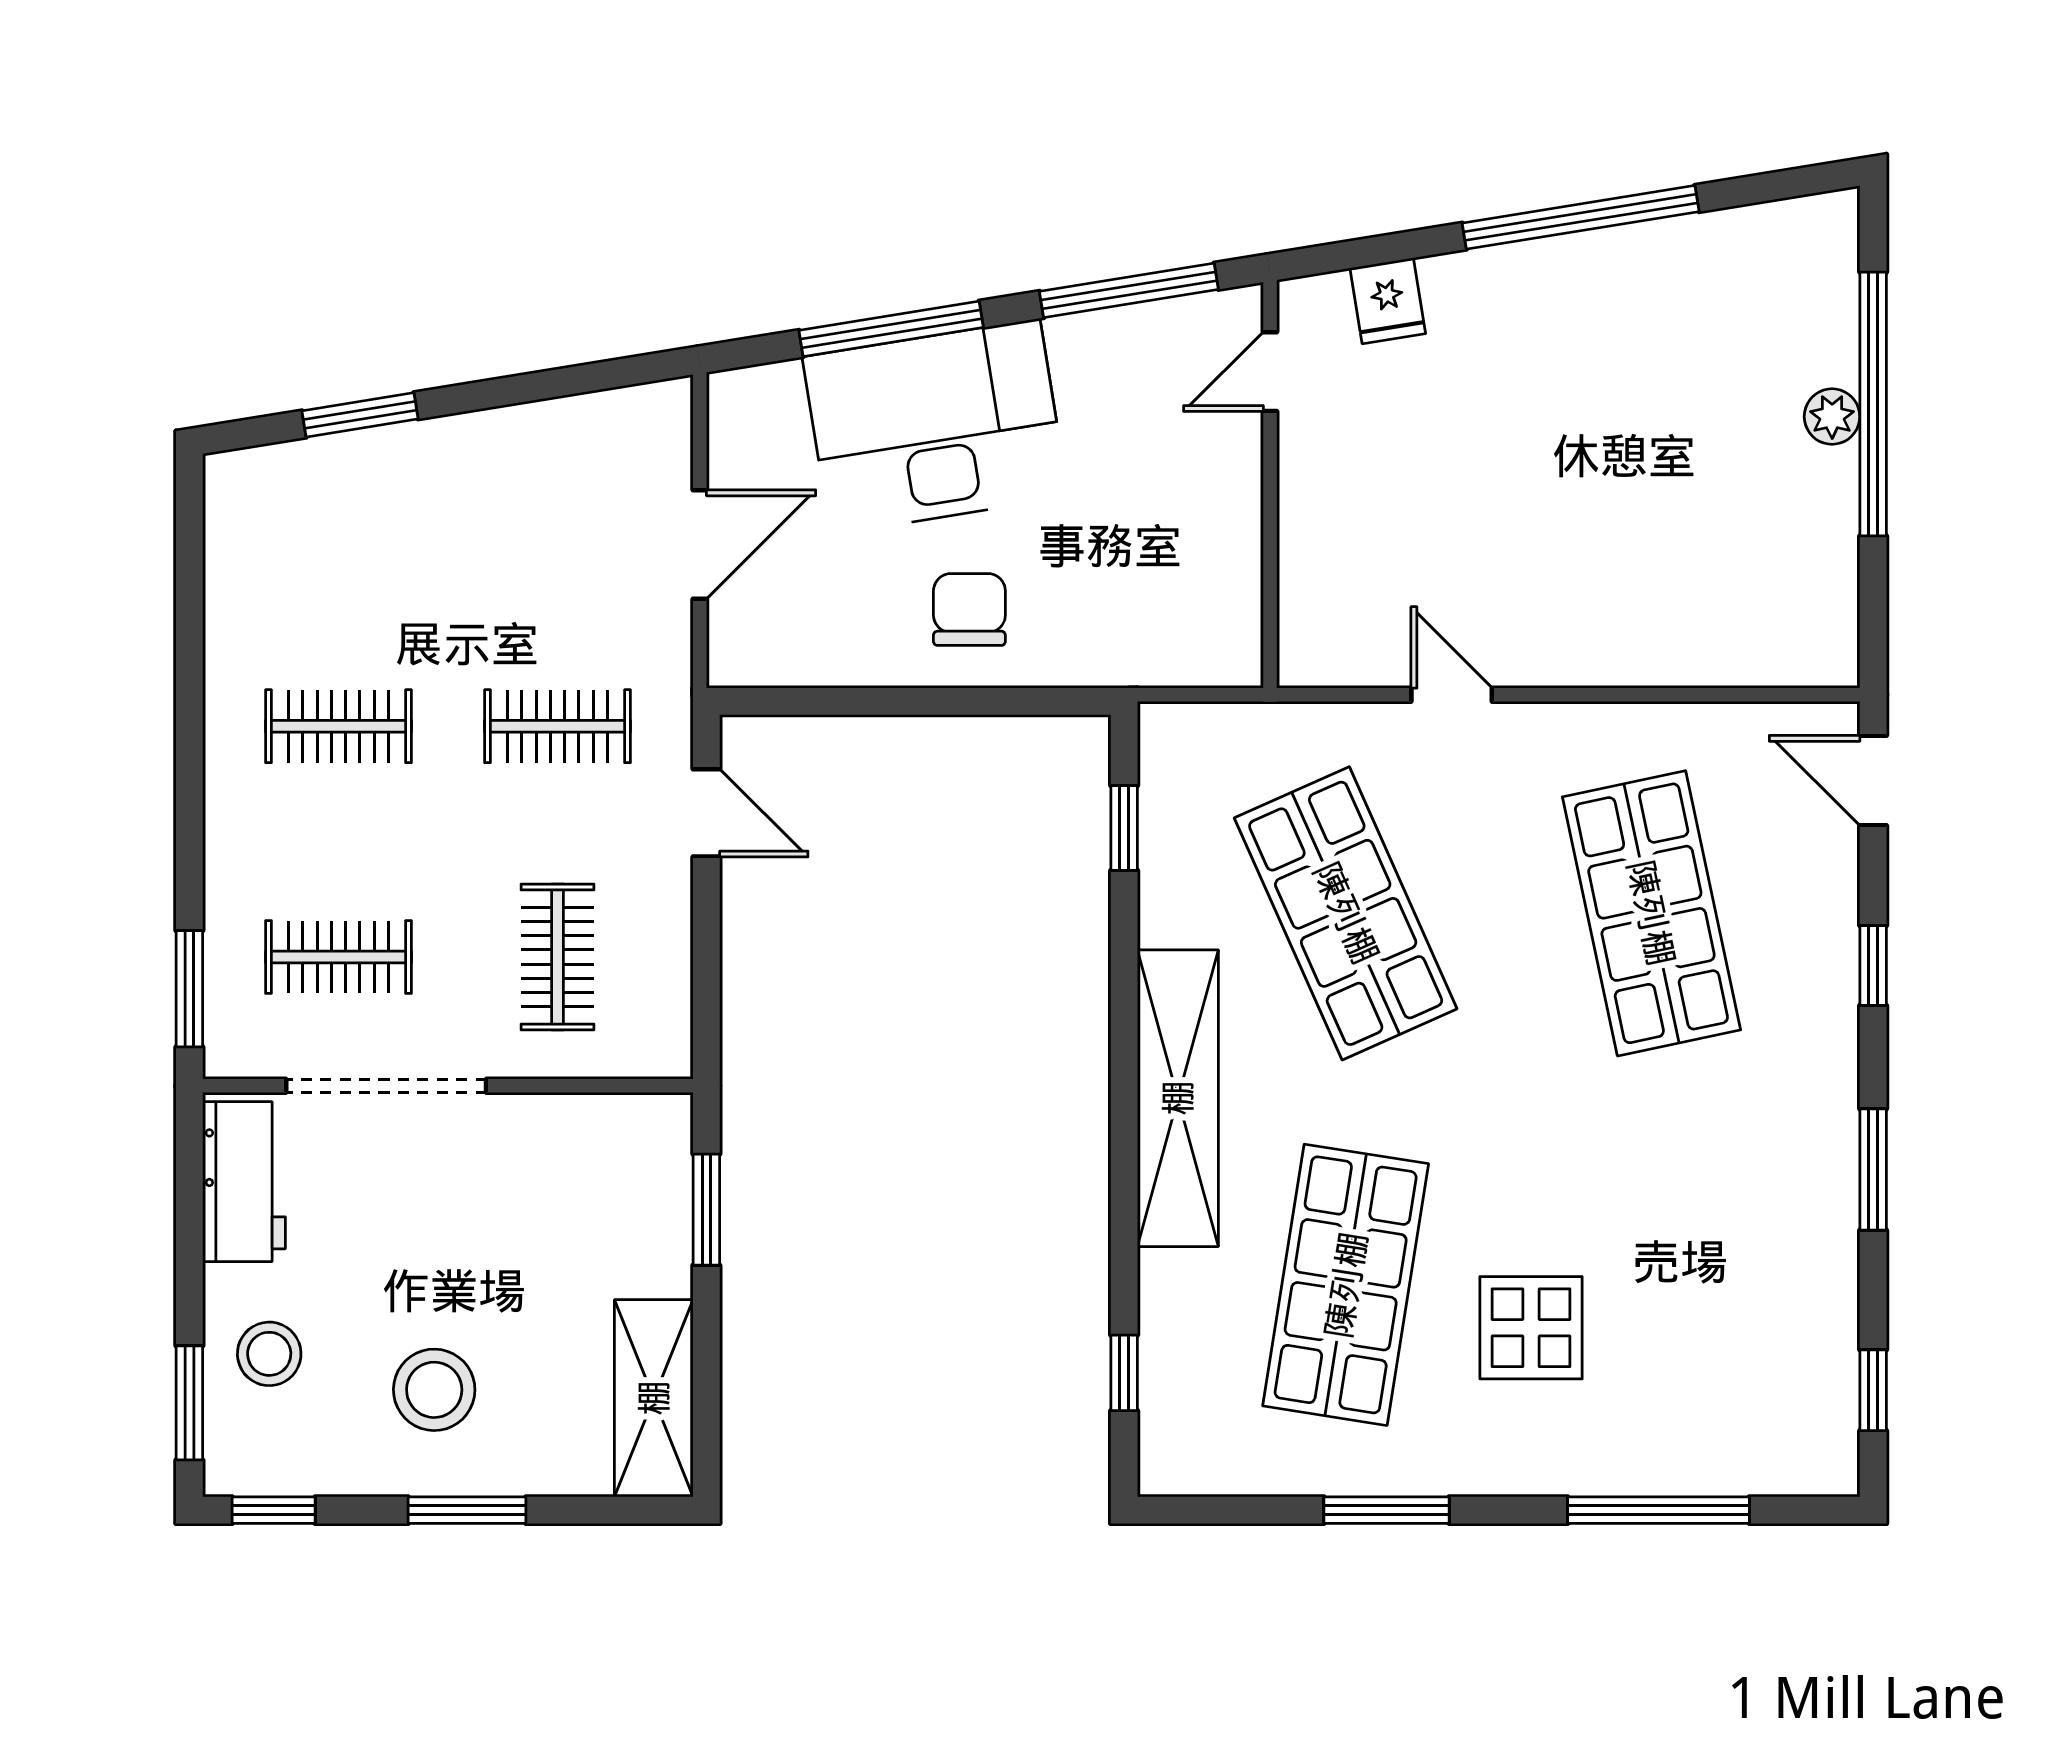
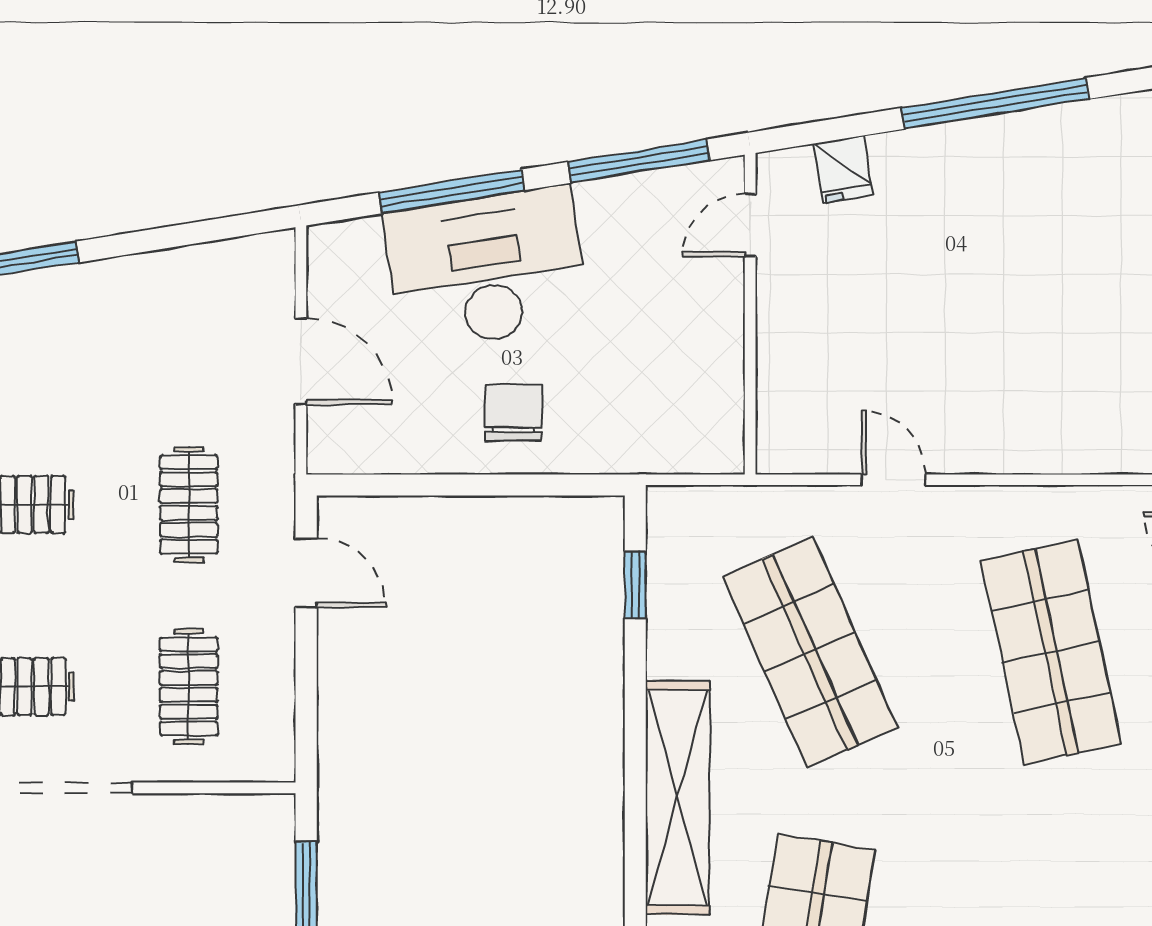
door: (700, 544) -> (301, 361), hinge flipped
clothes rail: (557, 726) -> (189, 505), turned 90

